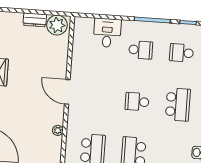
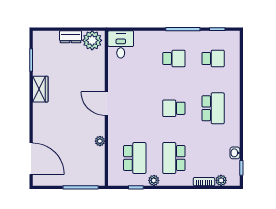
desk: (107, 33) -> (121, 44), moved
school desk: (181, 53) -> (213, 59), turned 180

